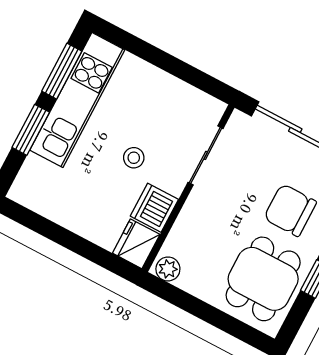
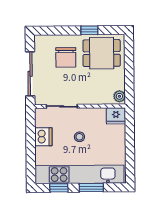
window: (62, 71) -> (59, 188), width x0.67
kitchen unit: (77, 100) -> (79, 174), width x1.36
dishwasher: (154, 208) -> (43, 137), moved, turned -90

